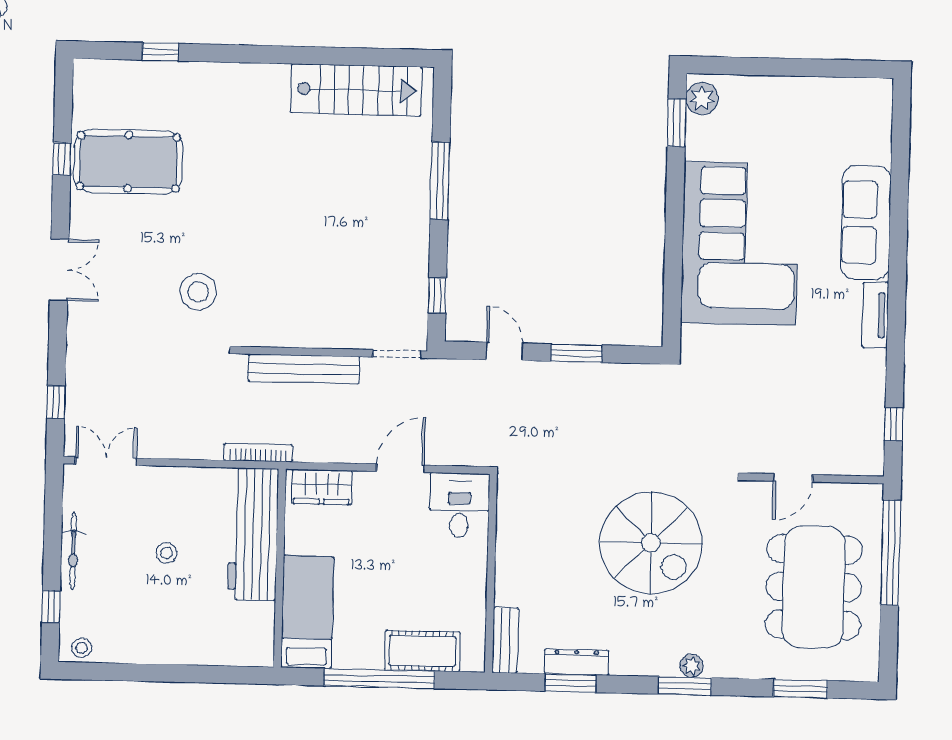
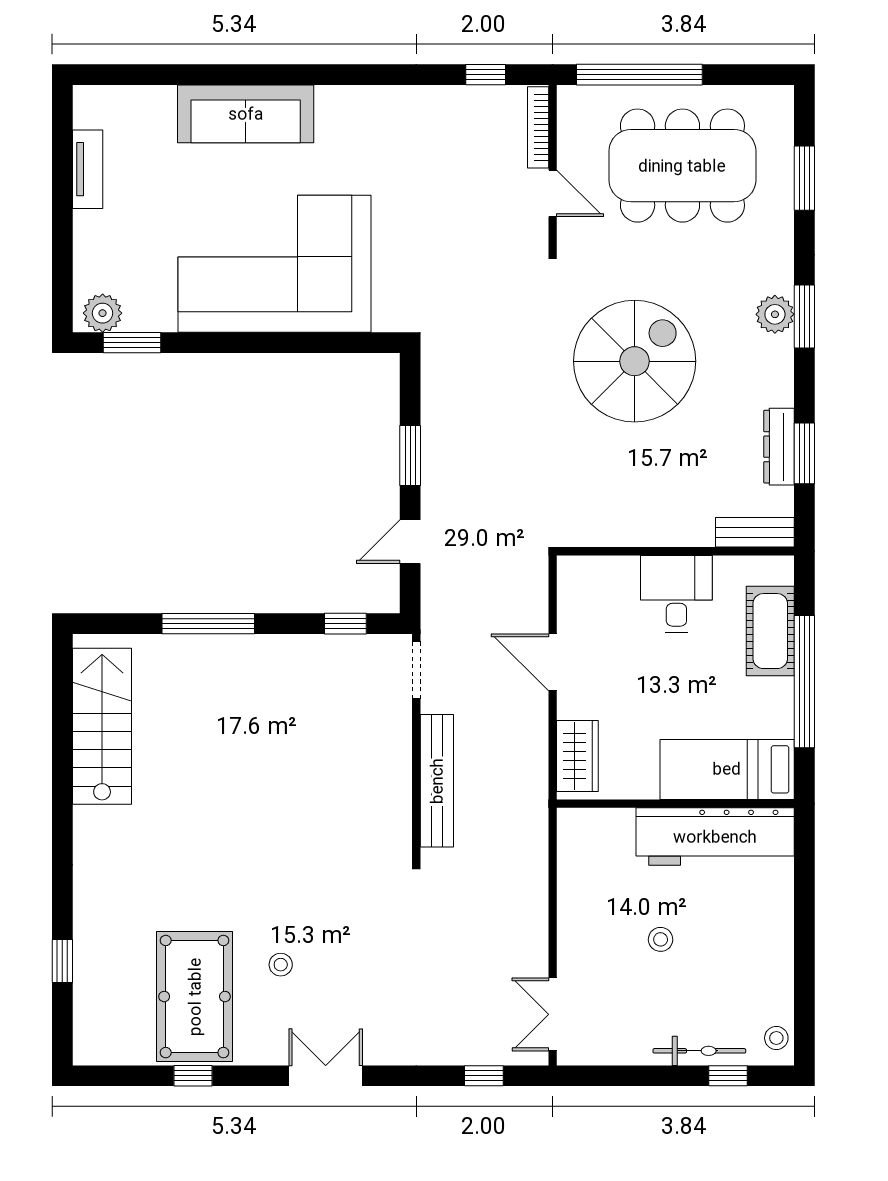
stool: (198, 292) -> (281, 965), moved, width x0.53, depth x0.53
tv unit: (875, 315) -> (88, 169), moved, turned -90
bookcase: (258, 453) -> (538, 127), moved
desk: (459, 505) -> (676, 594), moved, turned 90
workbench: (253, 534) -> (715, 837), moved
bicycle: (73, 551) -> (699, 1051), moved
plant: (691, 666) -> (775, 314), width x1.38, depth x1.38

